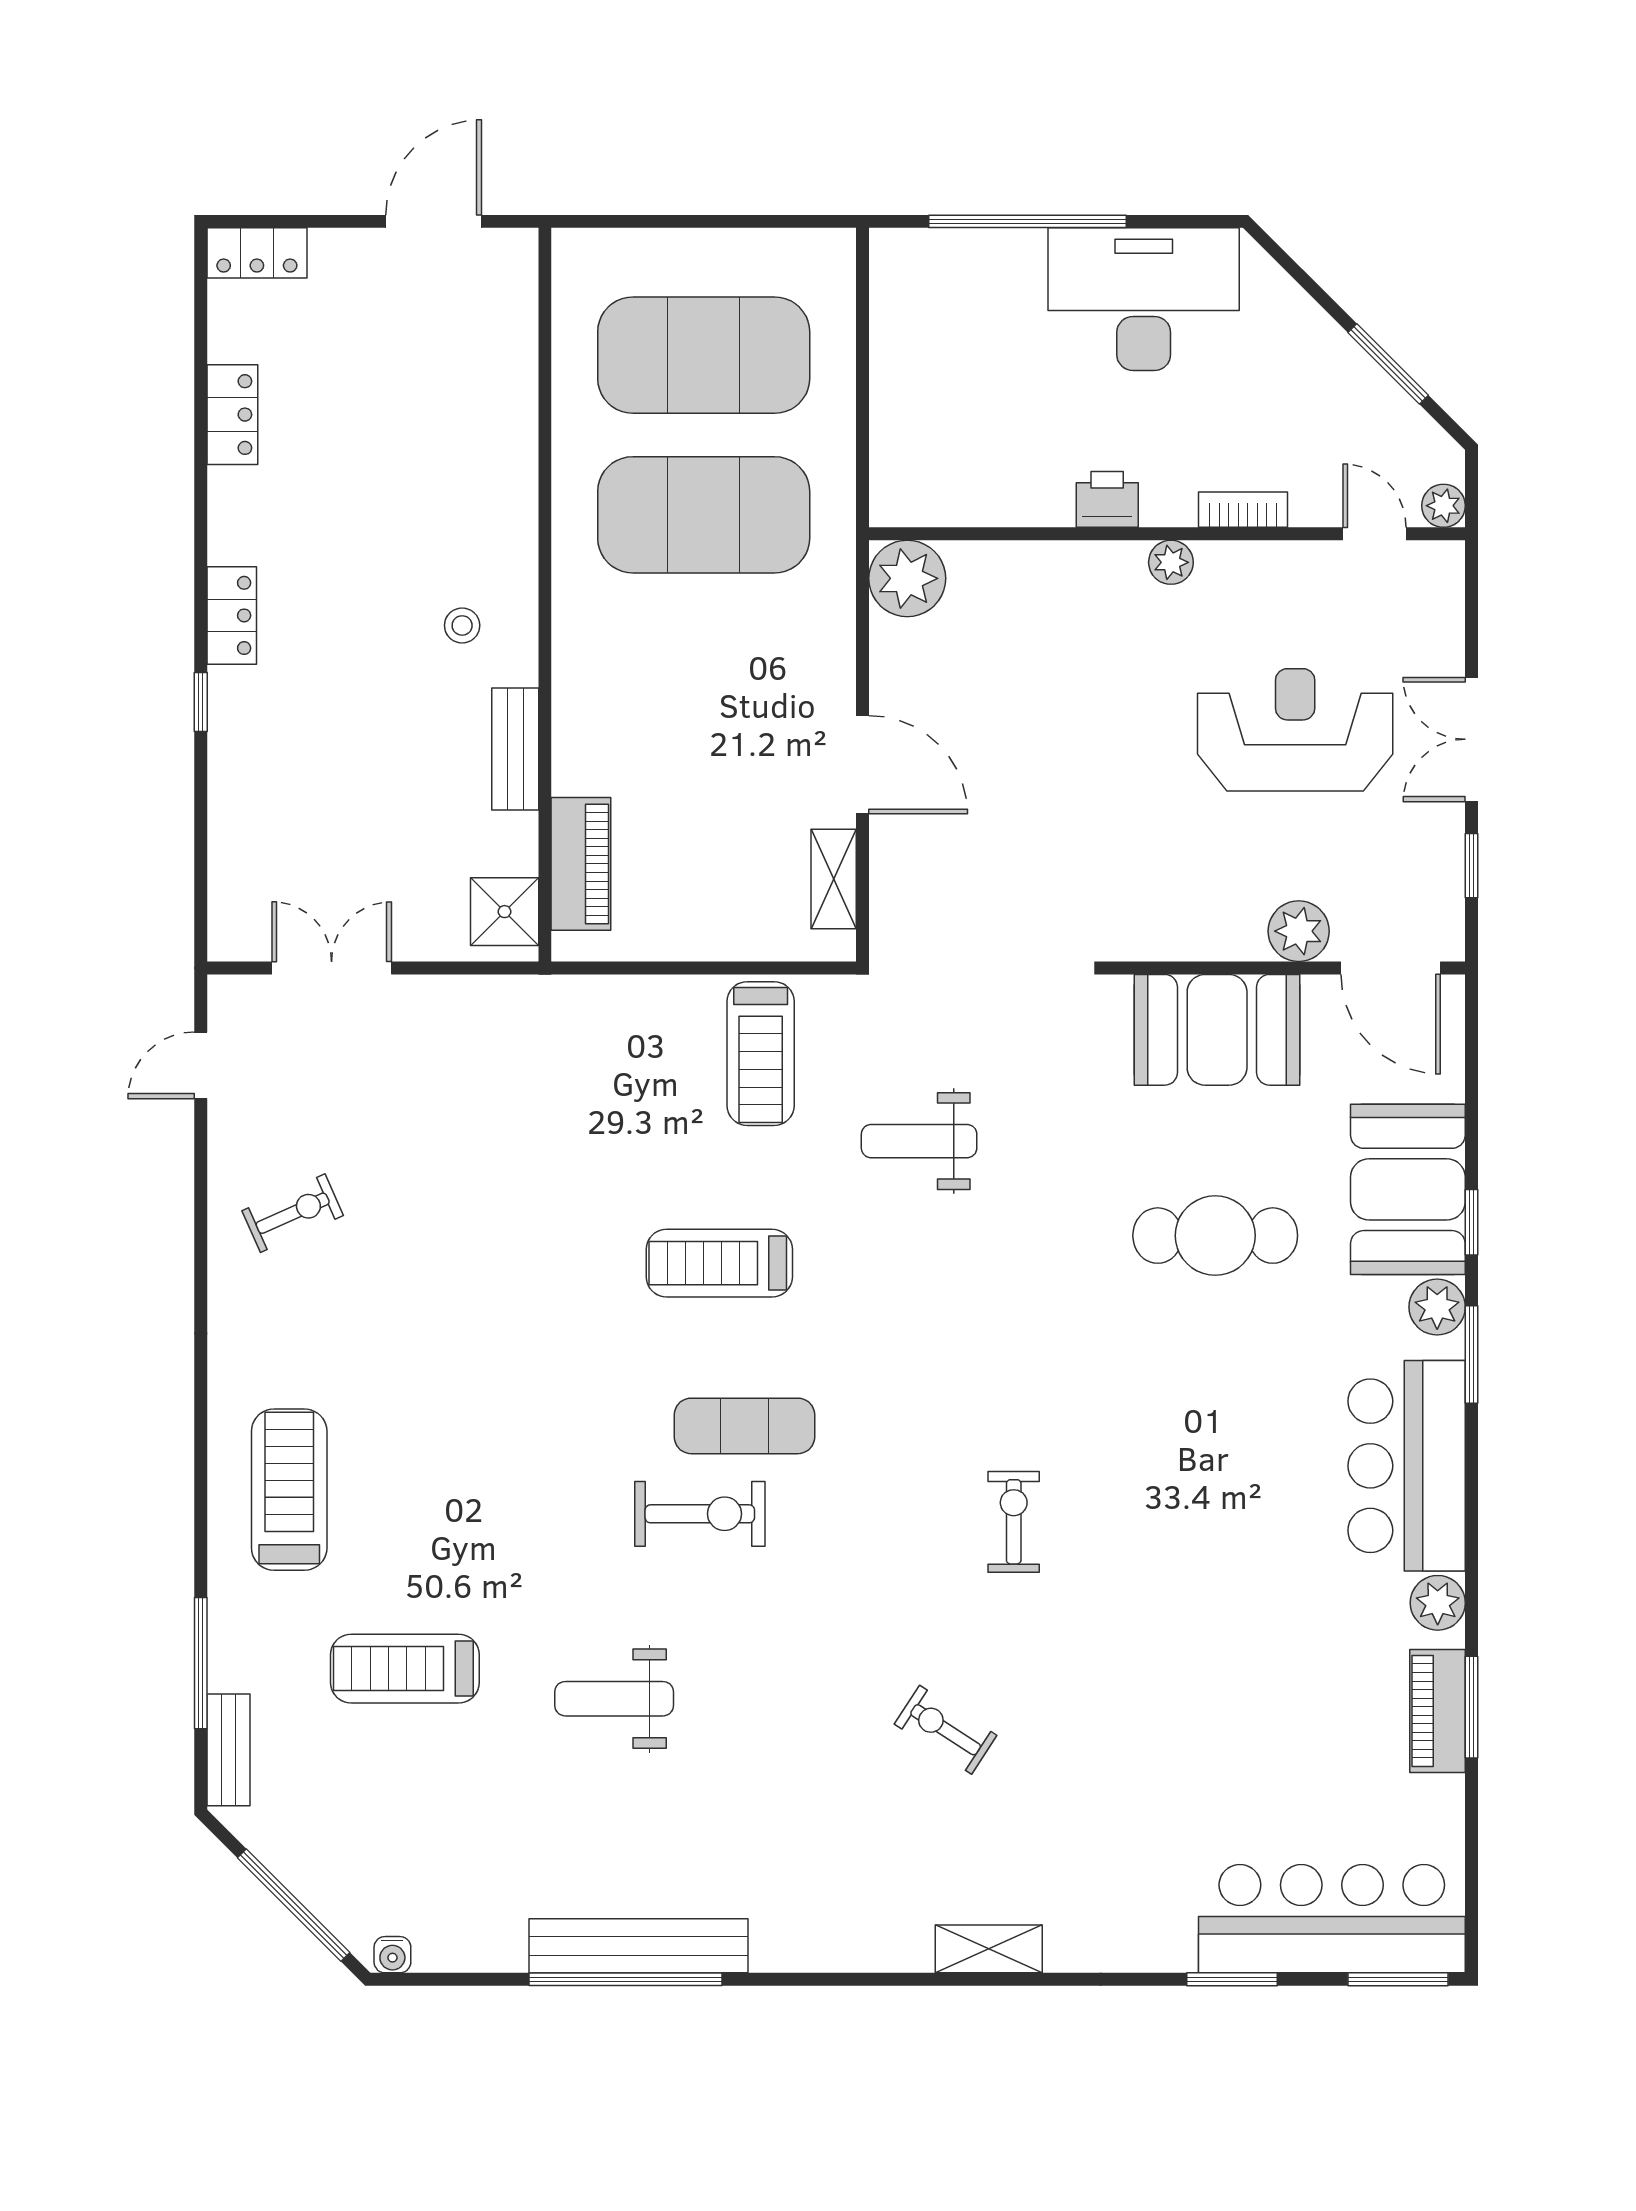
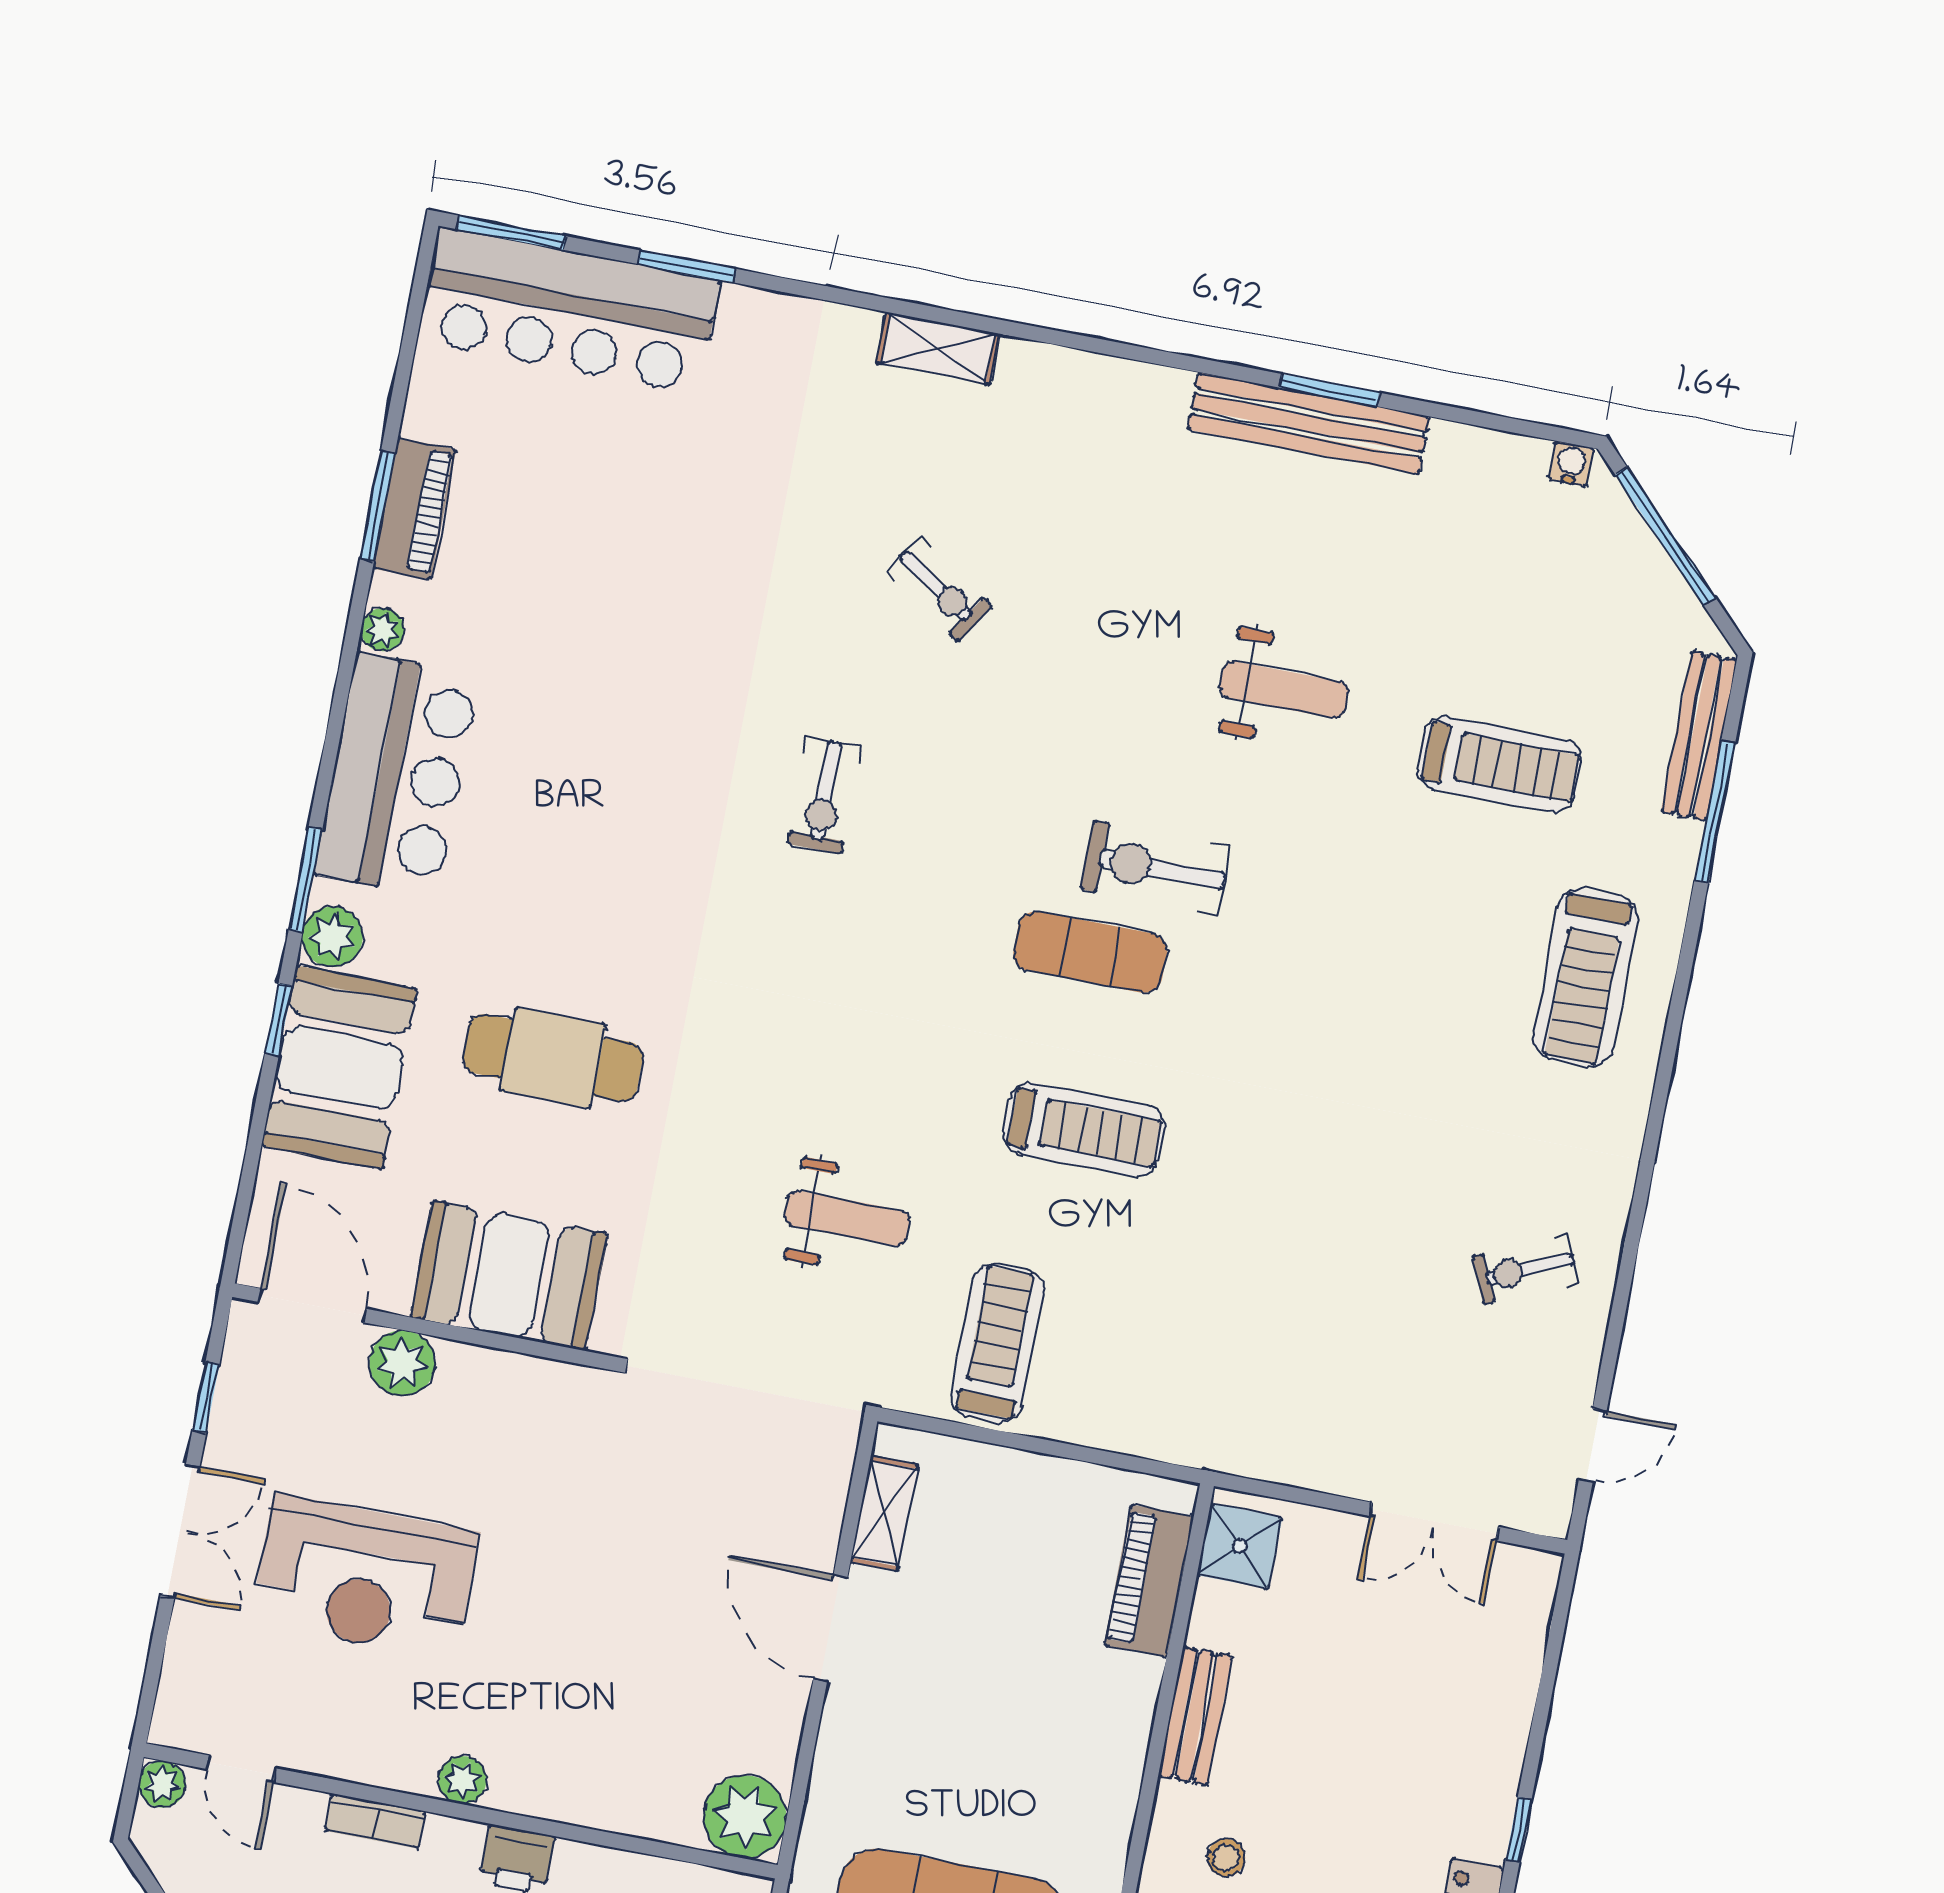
plant: (1438, 1603) -> (383, 630), width x0.73, depth x0.73
bench: (228, 1750) -> (1699, 736), width x1.36
window: (625, 1979) -> (1329, 390), width x0.47

